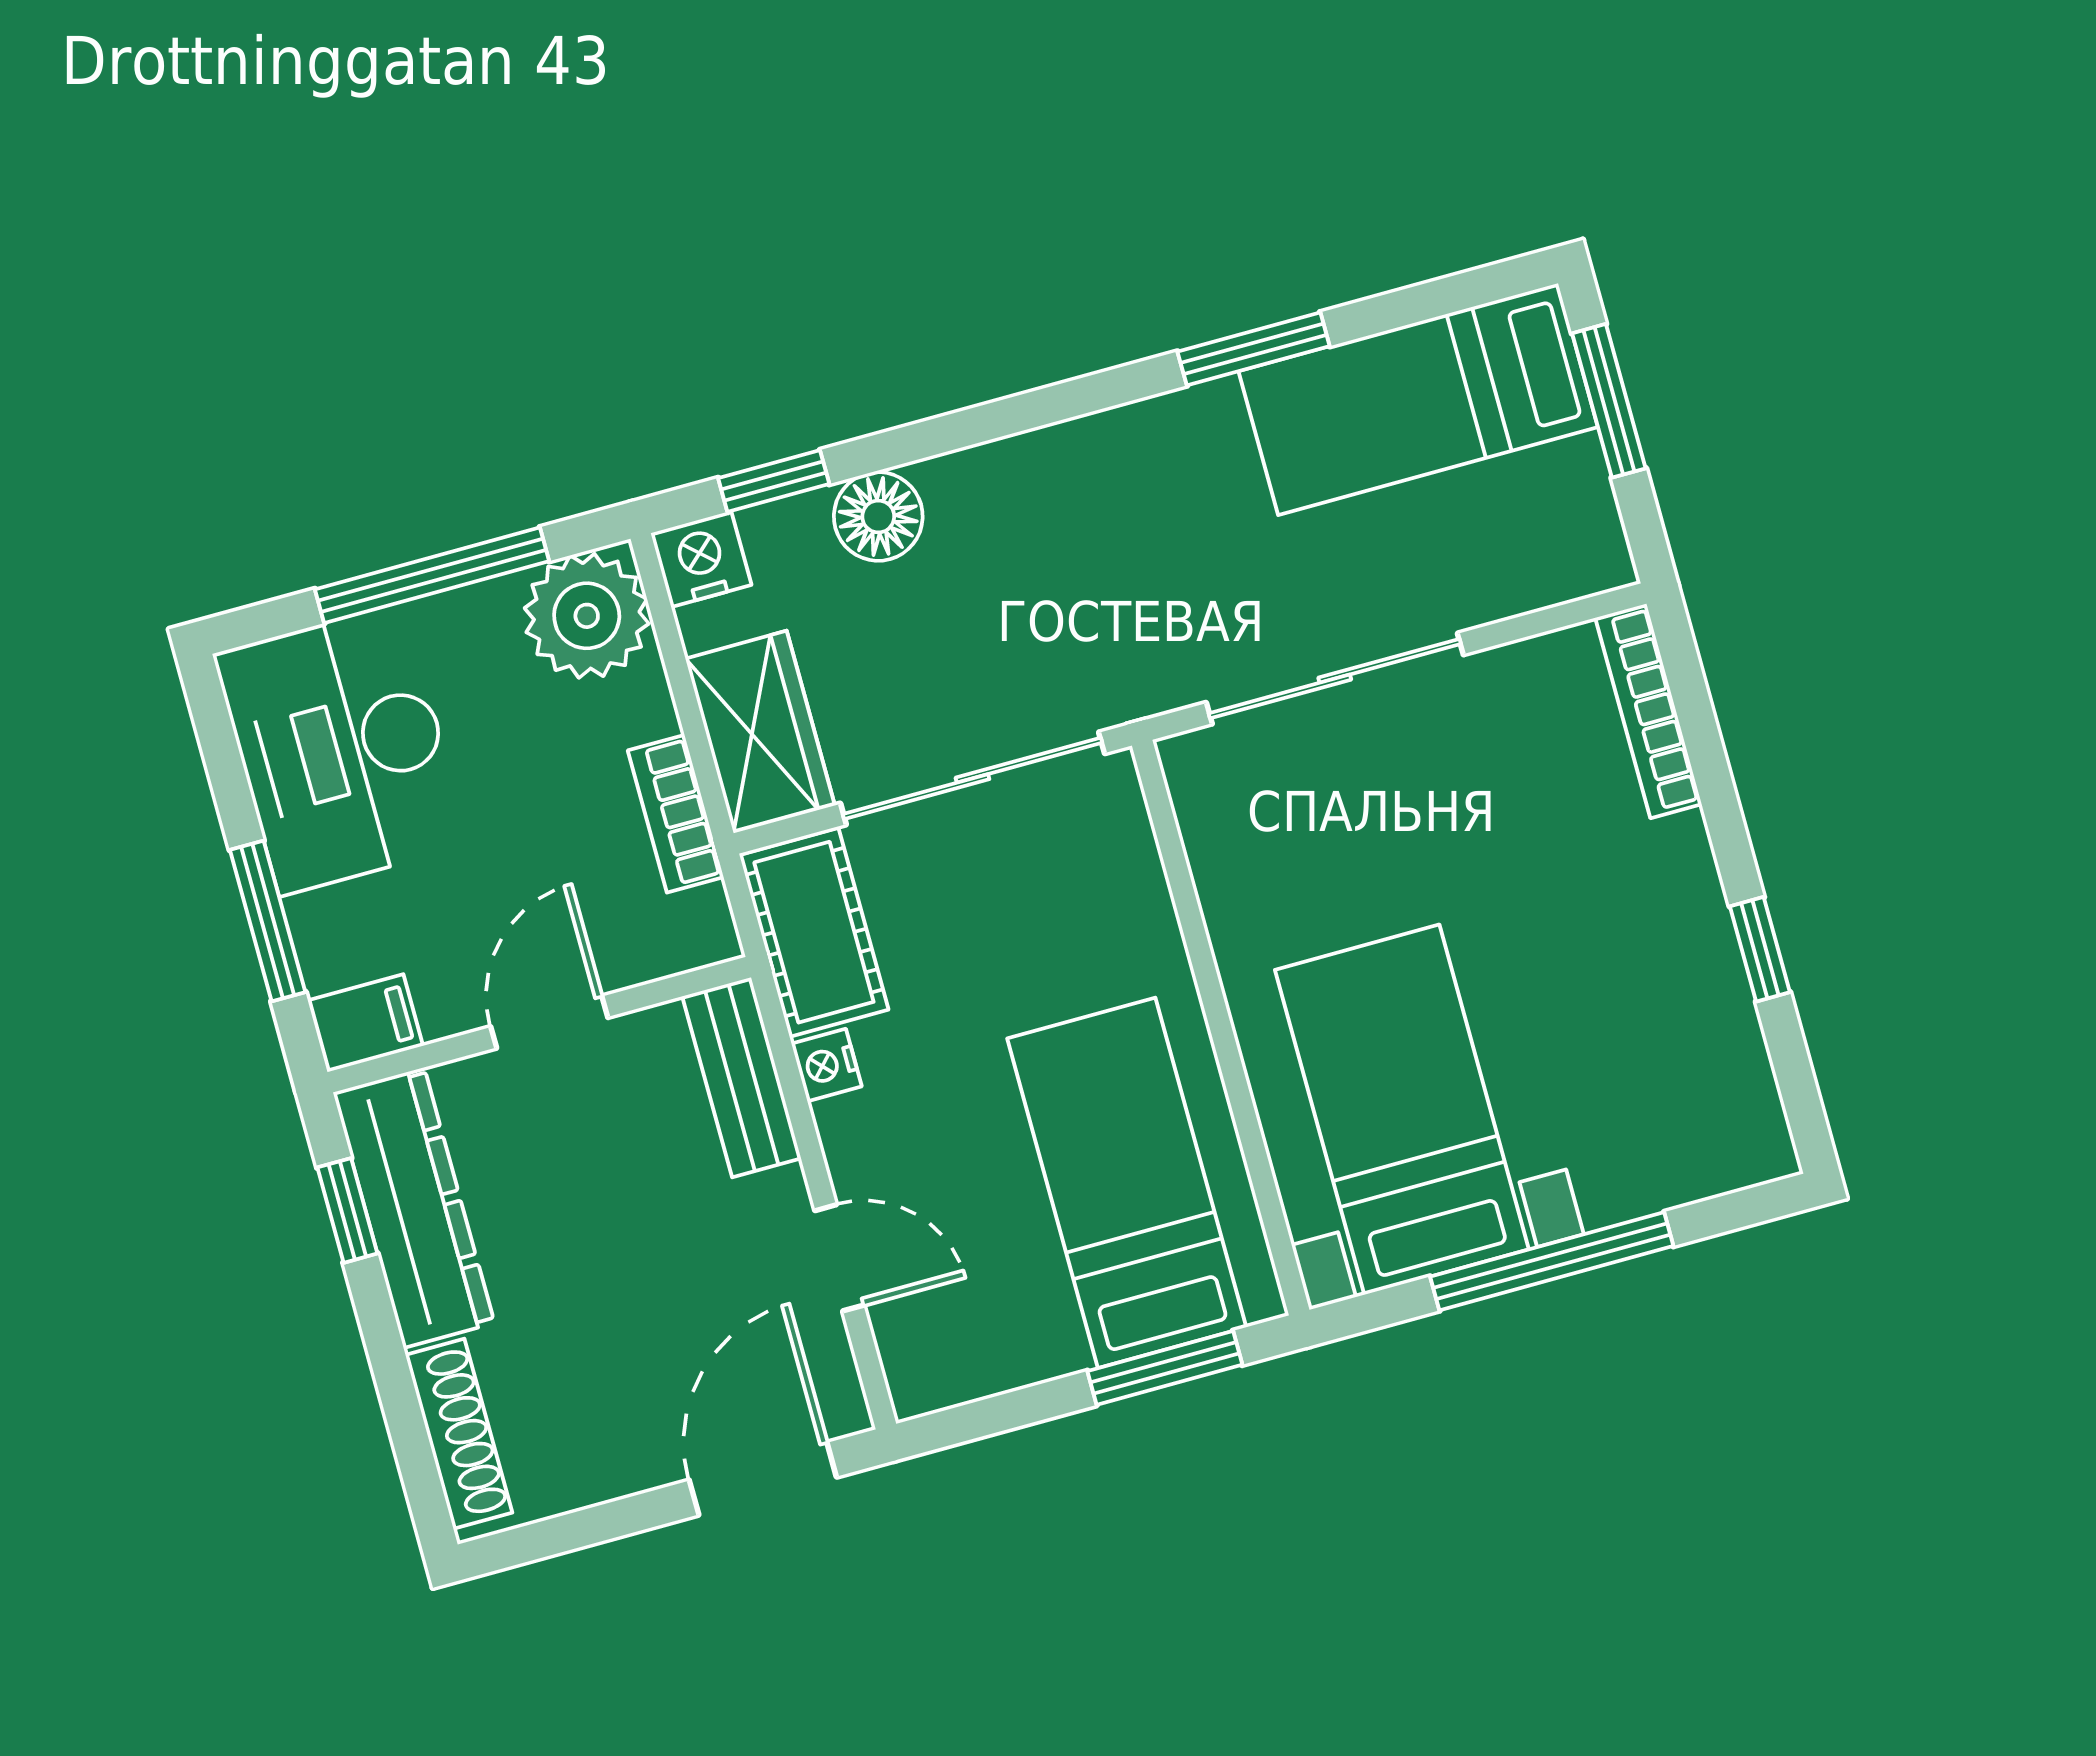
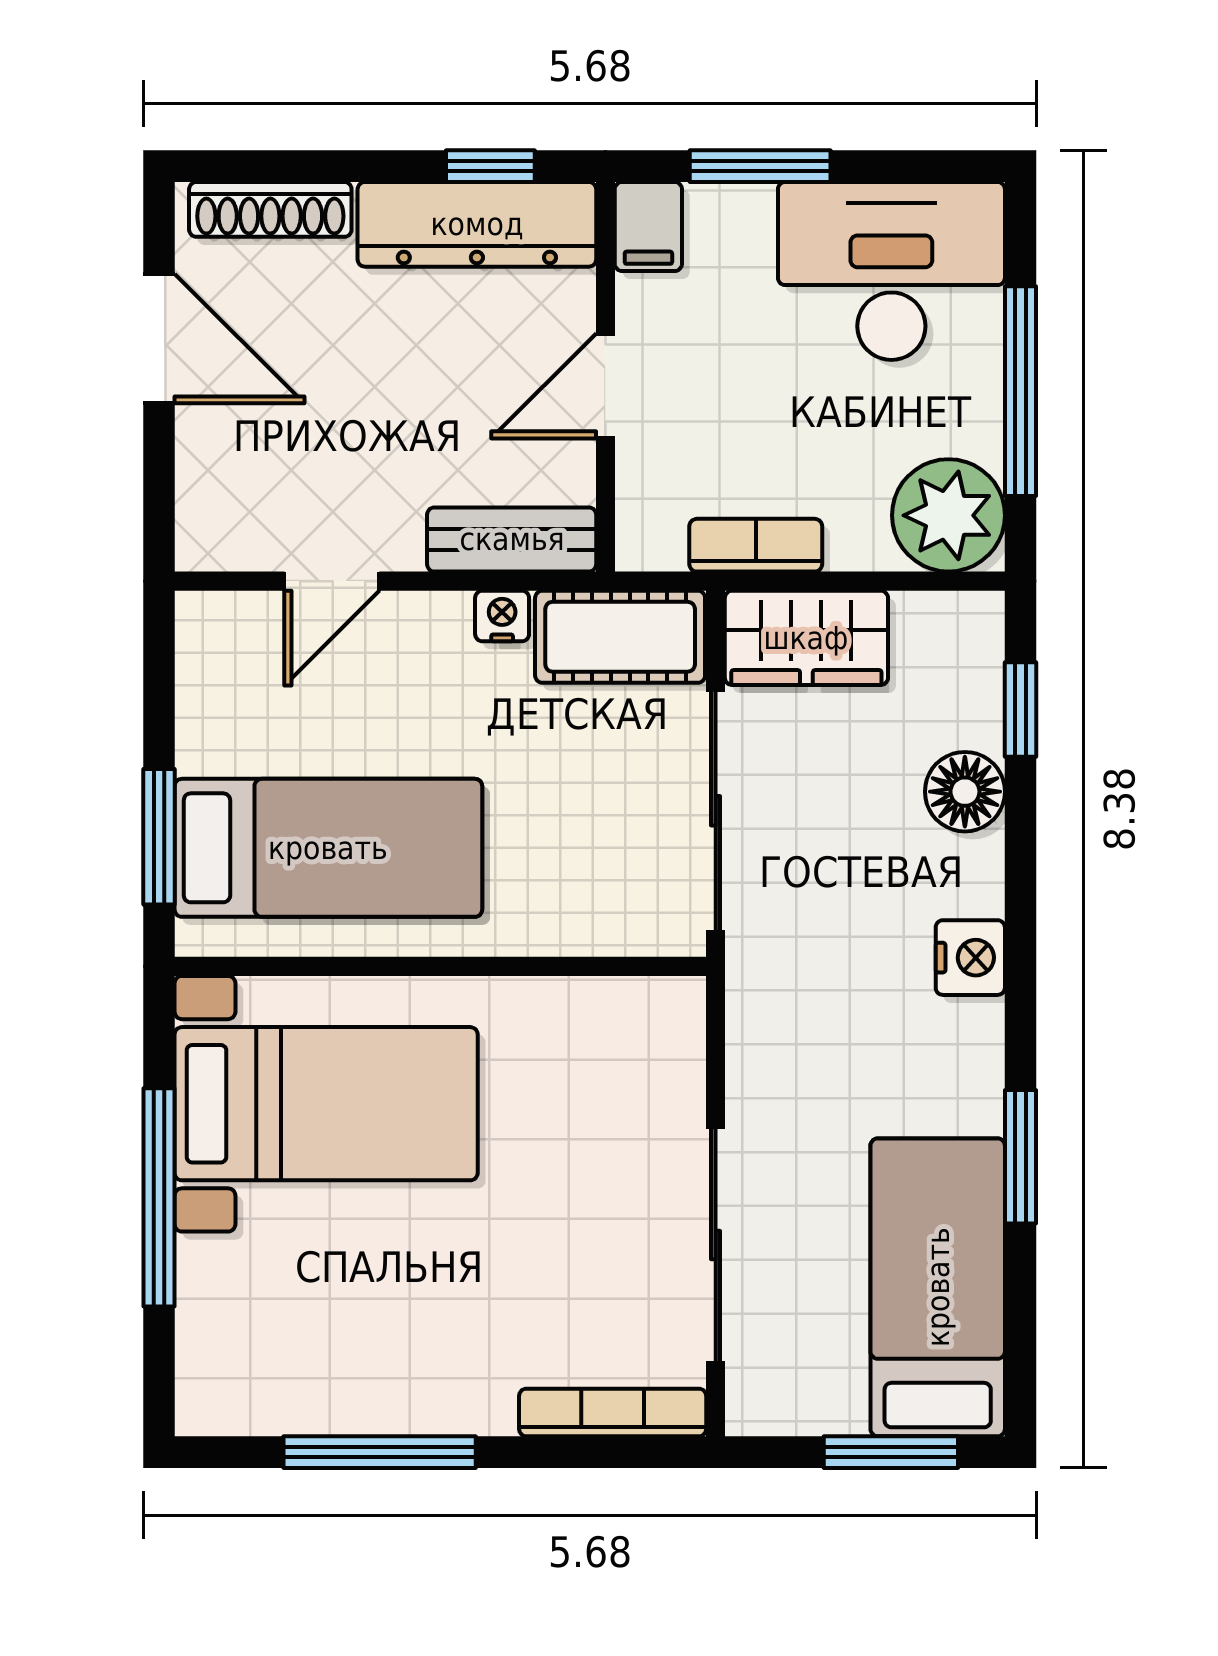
nightstand: (701, 559) -> (970, 958), moved
sliding door: (1335, 679) -> (716, 1245), moved
window: (1760, 949) -> (380, 1452), width x2.17
door: (549, 1022) -> (605, 386), swing flipped
door: (763, 1479) -> (159, 339), moved

